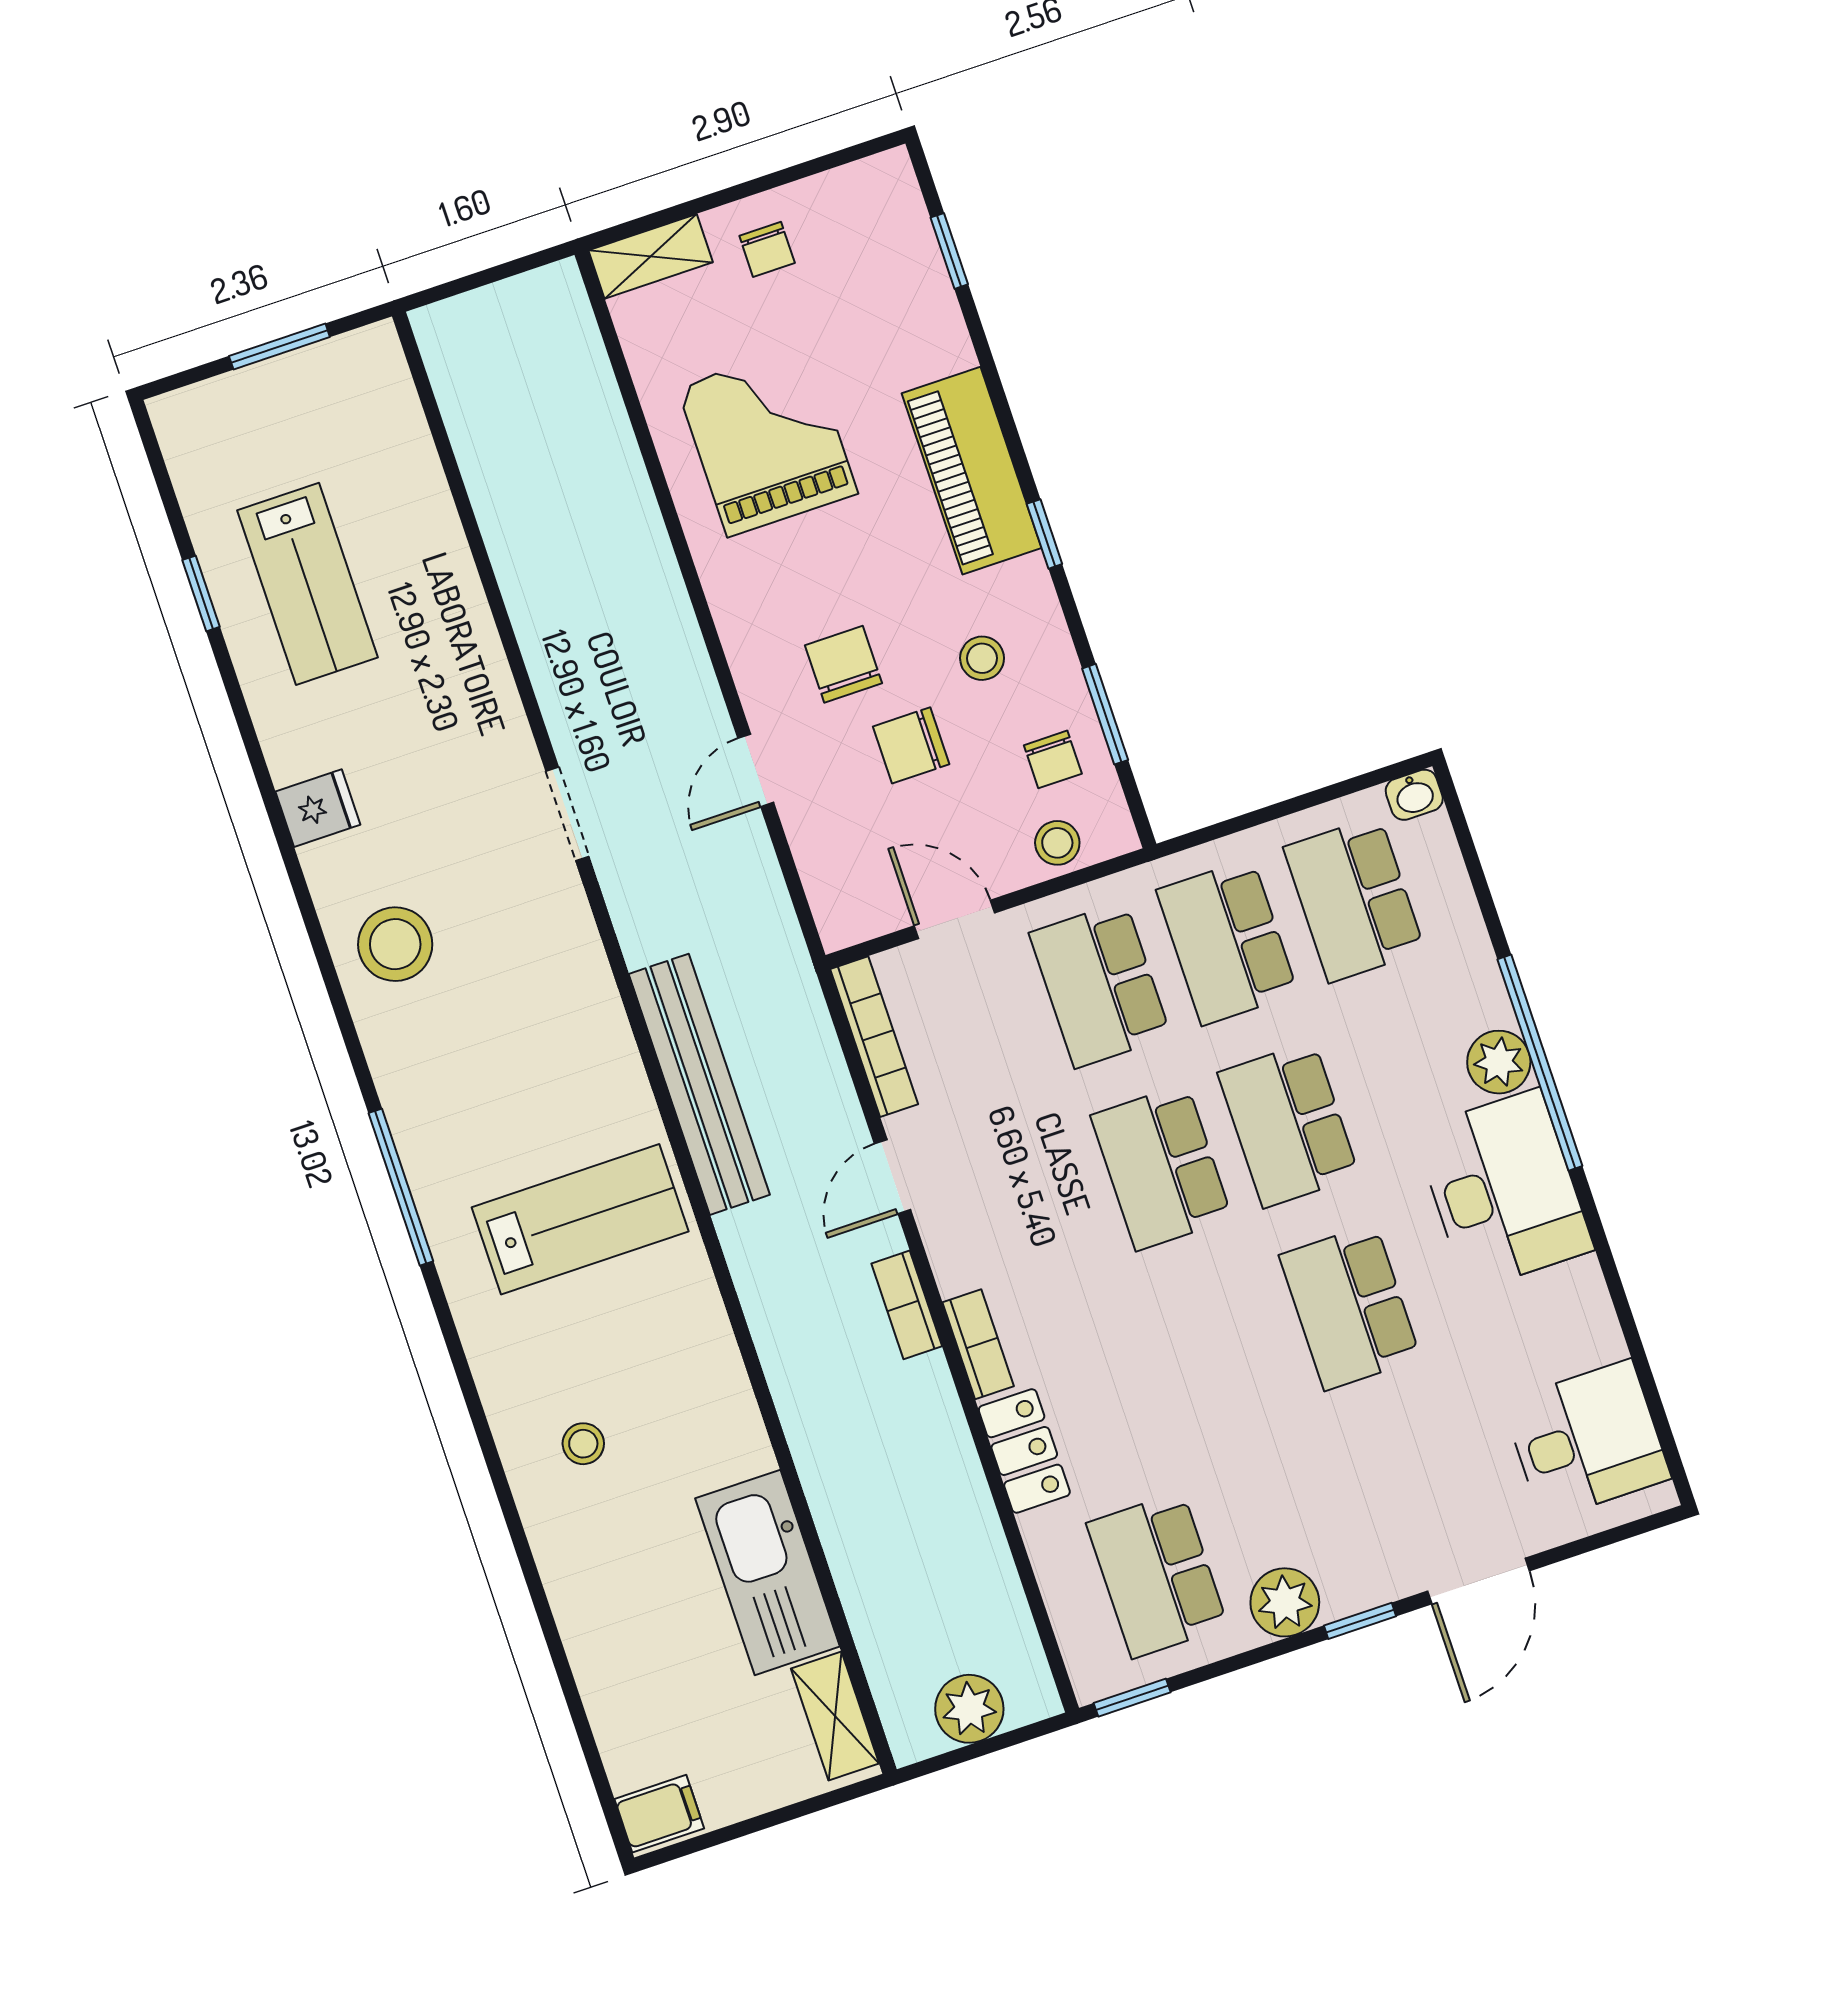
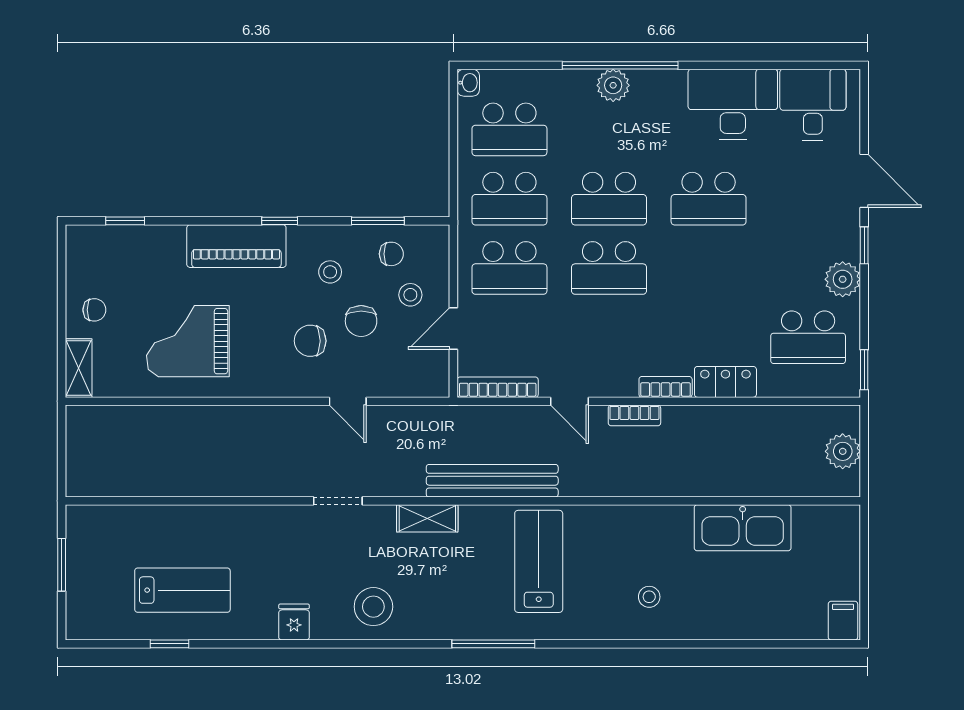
stool: (1057, 843) -> (410, 295), moved
desk: (1503, 1190) -> (733, 104), moved
shelving: (835, 1716) -> (427, 518), moved

